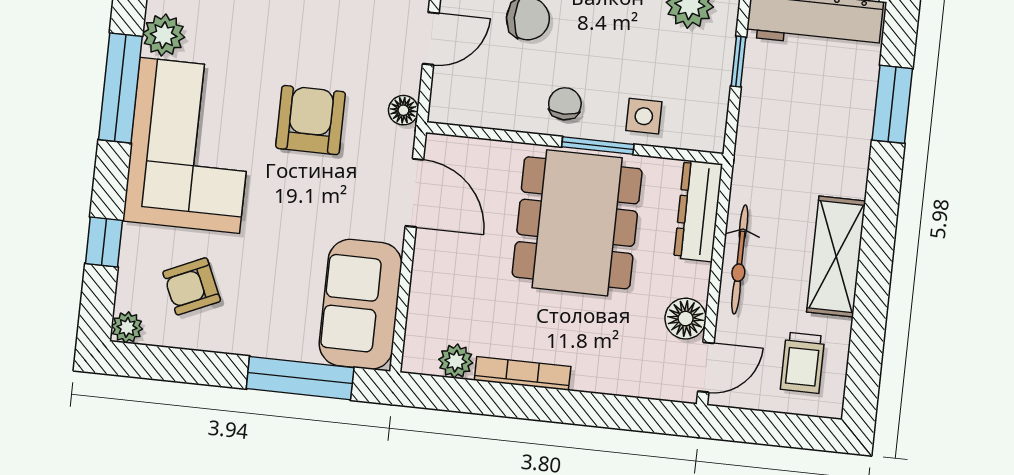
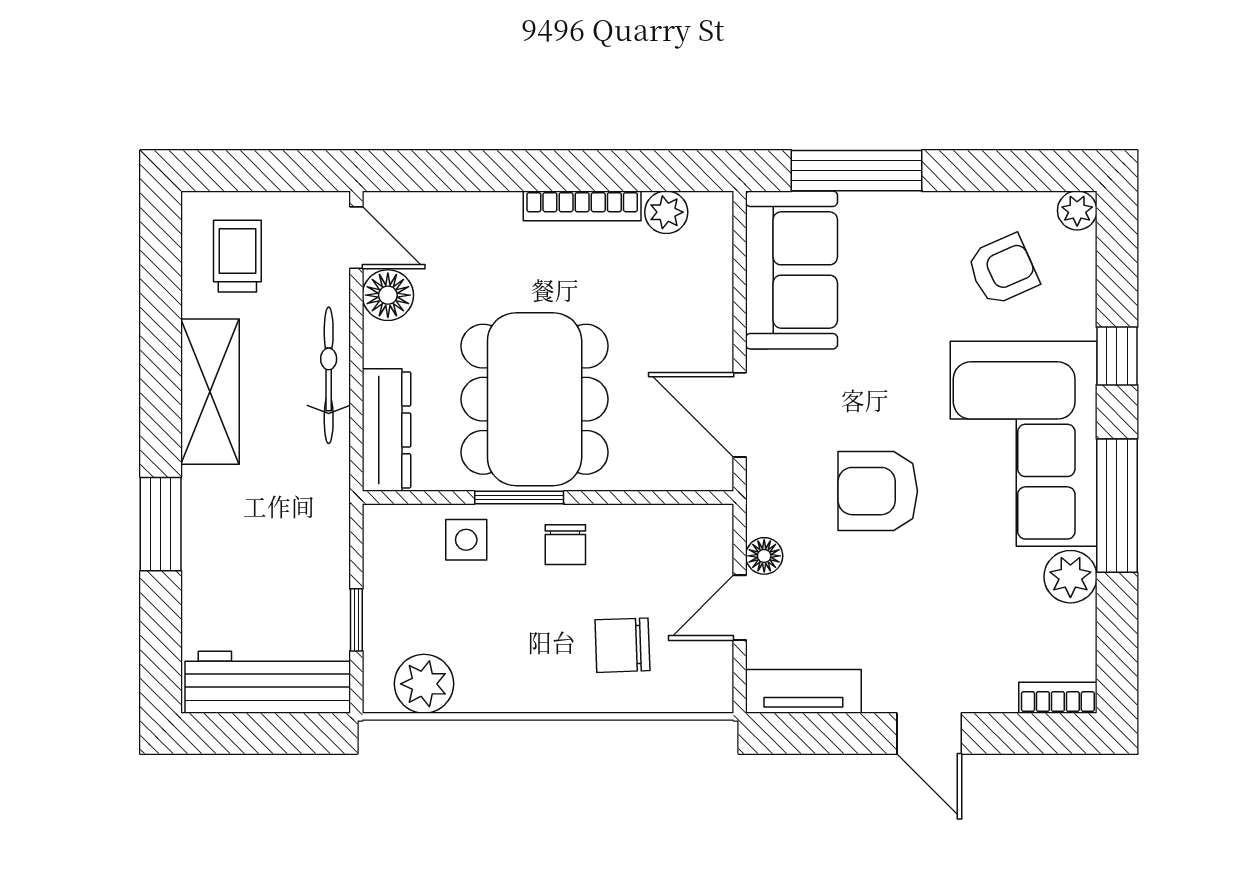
window: (892, 104) -> (161, 524), moved
floor lamp: (403, 110) -> (764, 556), moved
armchair: (310, 120) -> (878, 491), turned 90
window: (104, 242) -> (1117, 356), moved
door: (706, 367) -> (356, 238), swing flipped

